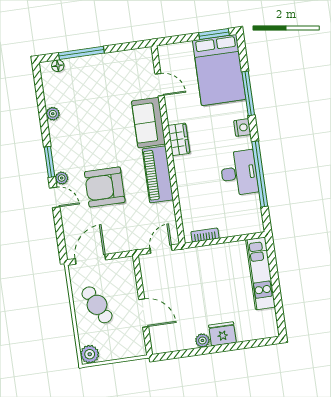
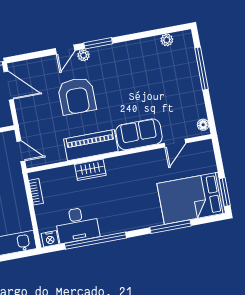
floor lamp: (58, 66) -> (203, 125), moved
plant: (53, 114) -> (167, 40), moved
nightstand: (242, 128) -> (50, 239), moved
wardrobe: (179, 139) -> (90, 170), moved
desk: (239, 173) -> (77, 225), moved
armchair: (105, 187) -> (77, 96), turned 180

